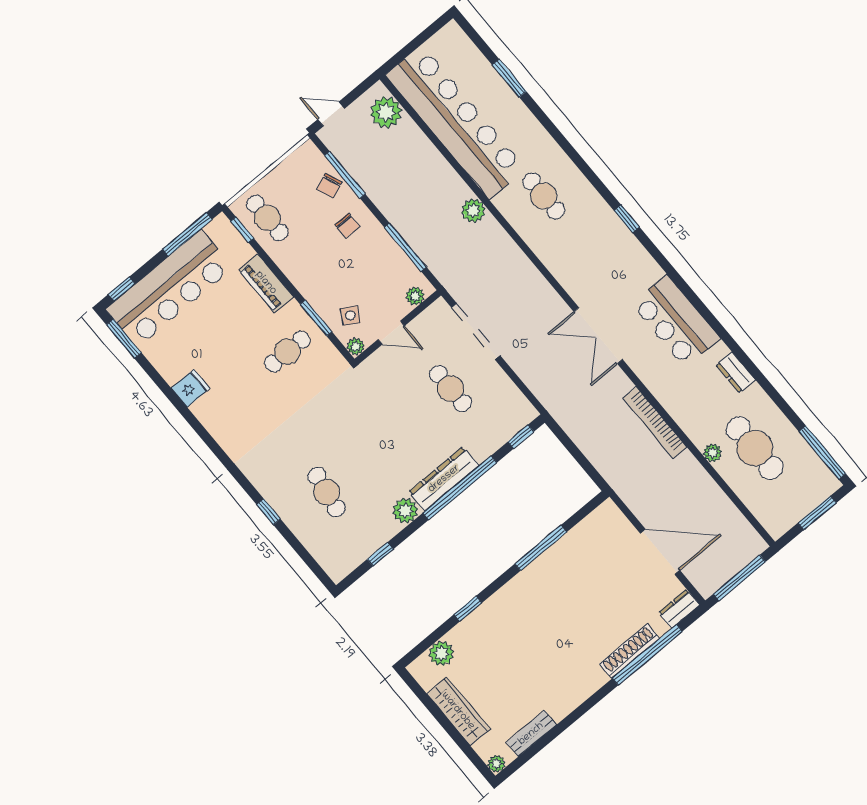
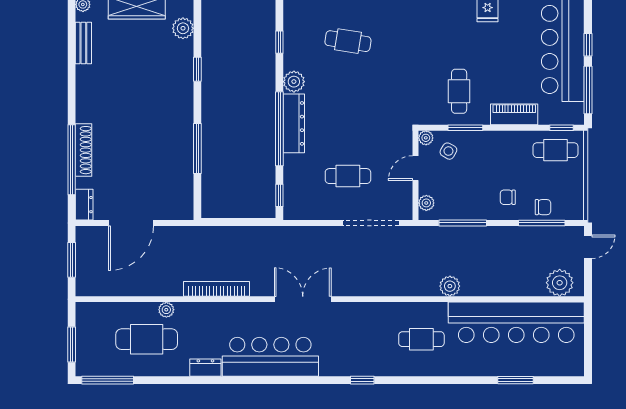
chair: (329, 186) -> (543, 207), turned 112
window: (122, 289) -> (588, 45), moved
bar counter: (676, 321) -> (270, 357), width x1.36
window: (739, 578) -> (72, 260), width x0.69

